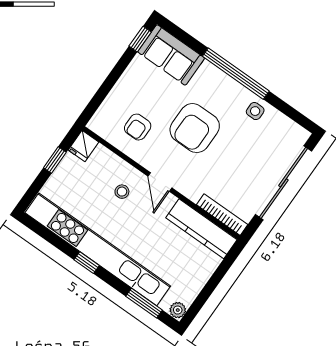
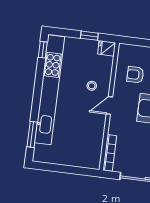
kitchen counter: (201, 229) -> (95, 145), removed
window: (87, 263) -> (43, 50), moved
plant: (178, 310) -> (39, 157), removed

